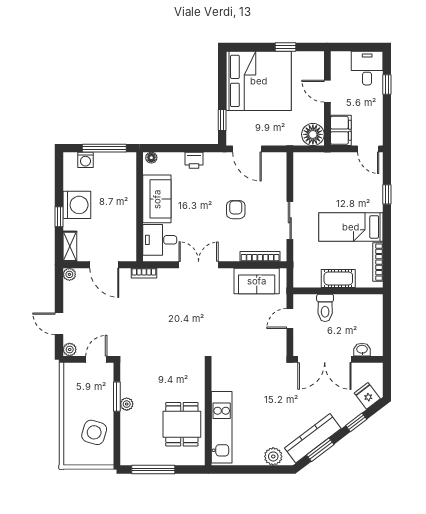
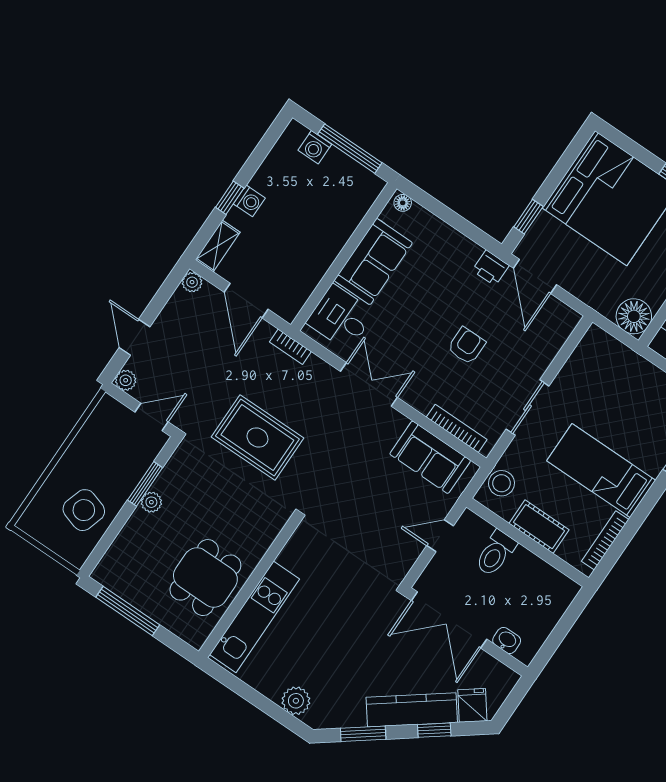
printer: (194, 160) -> (491, 268), moved
washing machine: (77, 205) -> (249, 201), width x0.53, depth x0.53
stool: (303, 269) -> (502, 483), added
rug: (159, 332) -> (257, 438), added
kitchen counter: (313, 438) -> (412, 710), moved

